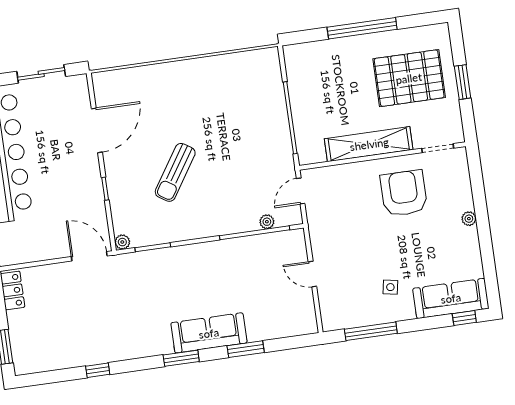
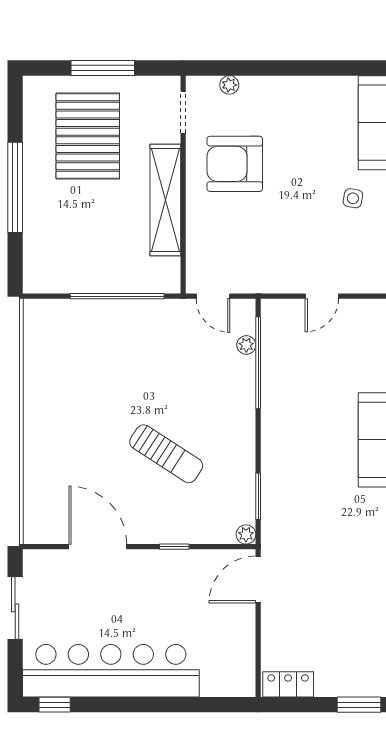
window: (463, 82) -> (103, 68), width x1.44
plant: (469, 219) -> (229, 85), moved

